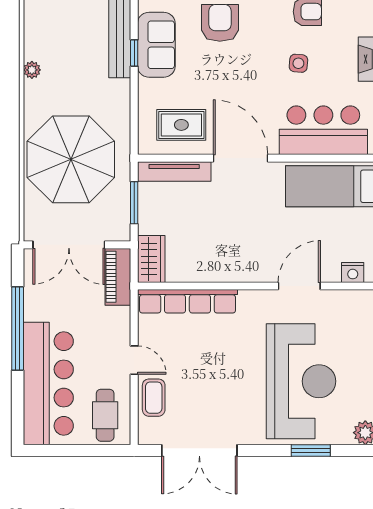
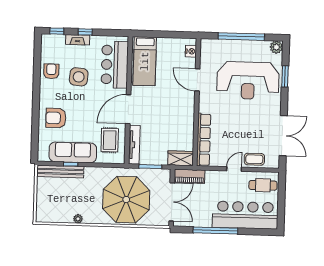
sofa: (156, 45) -> (73, 152), width x1.36
side table: (298, 63) -> (79, 77), width x1.87, depth x1.87
reception desk: (301, 381) -> (248, 81), turned 180

